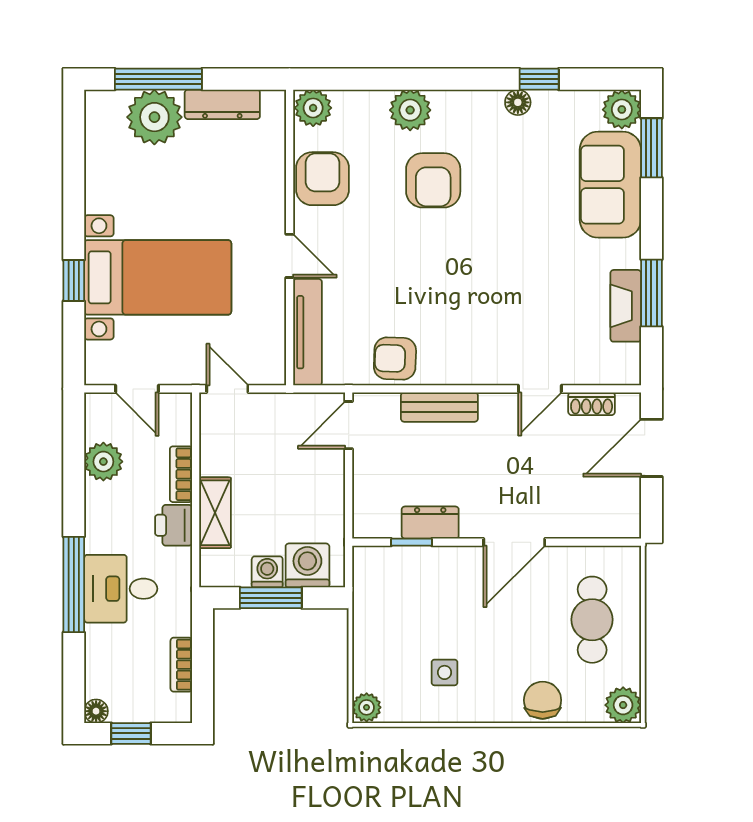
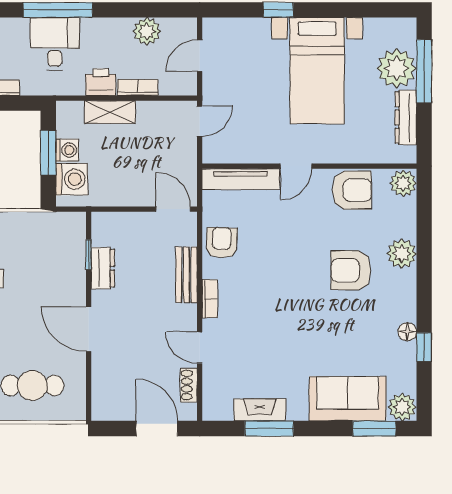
bed with nightstands: (158, 277) -> (317, 71), moved
bookcase: (472, 375) -> (210, 299), added

